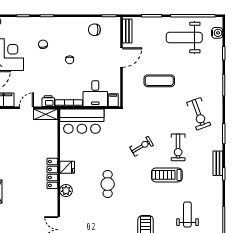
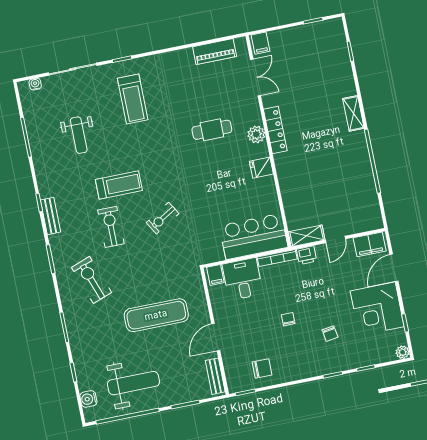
exercise mat: (159, 81) -> (156, 315), width x1.36, depth x1.45
locker: (52, 173) -> (275, 130), moved
cafe table: (108, 184) -> (212, 130), moved, turned 90

